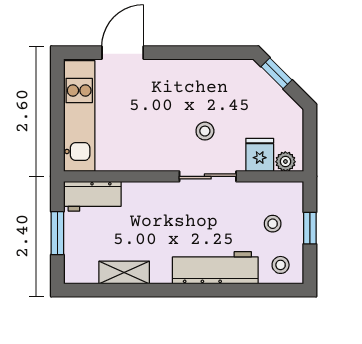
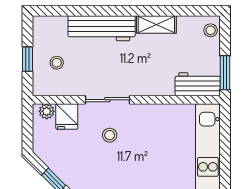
window: (57, 233) -> (225, 73), moved
stool: (281, 265) -> (211, 30), moved
shelving: (124, 273) -> (156, 25), moved

